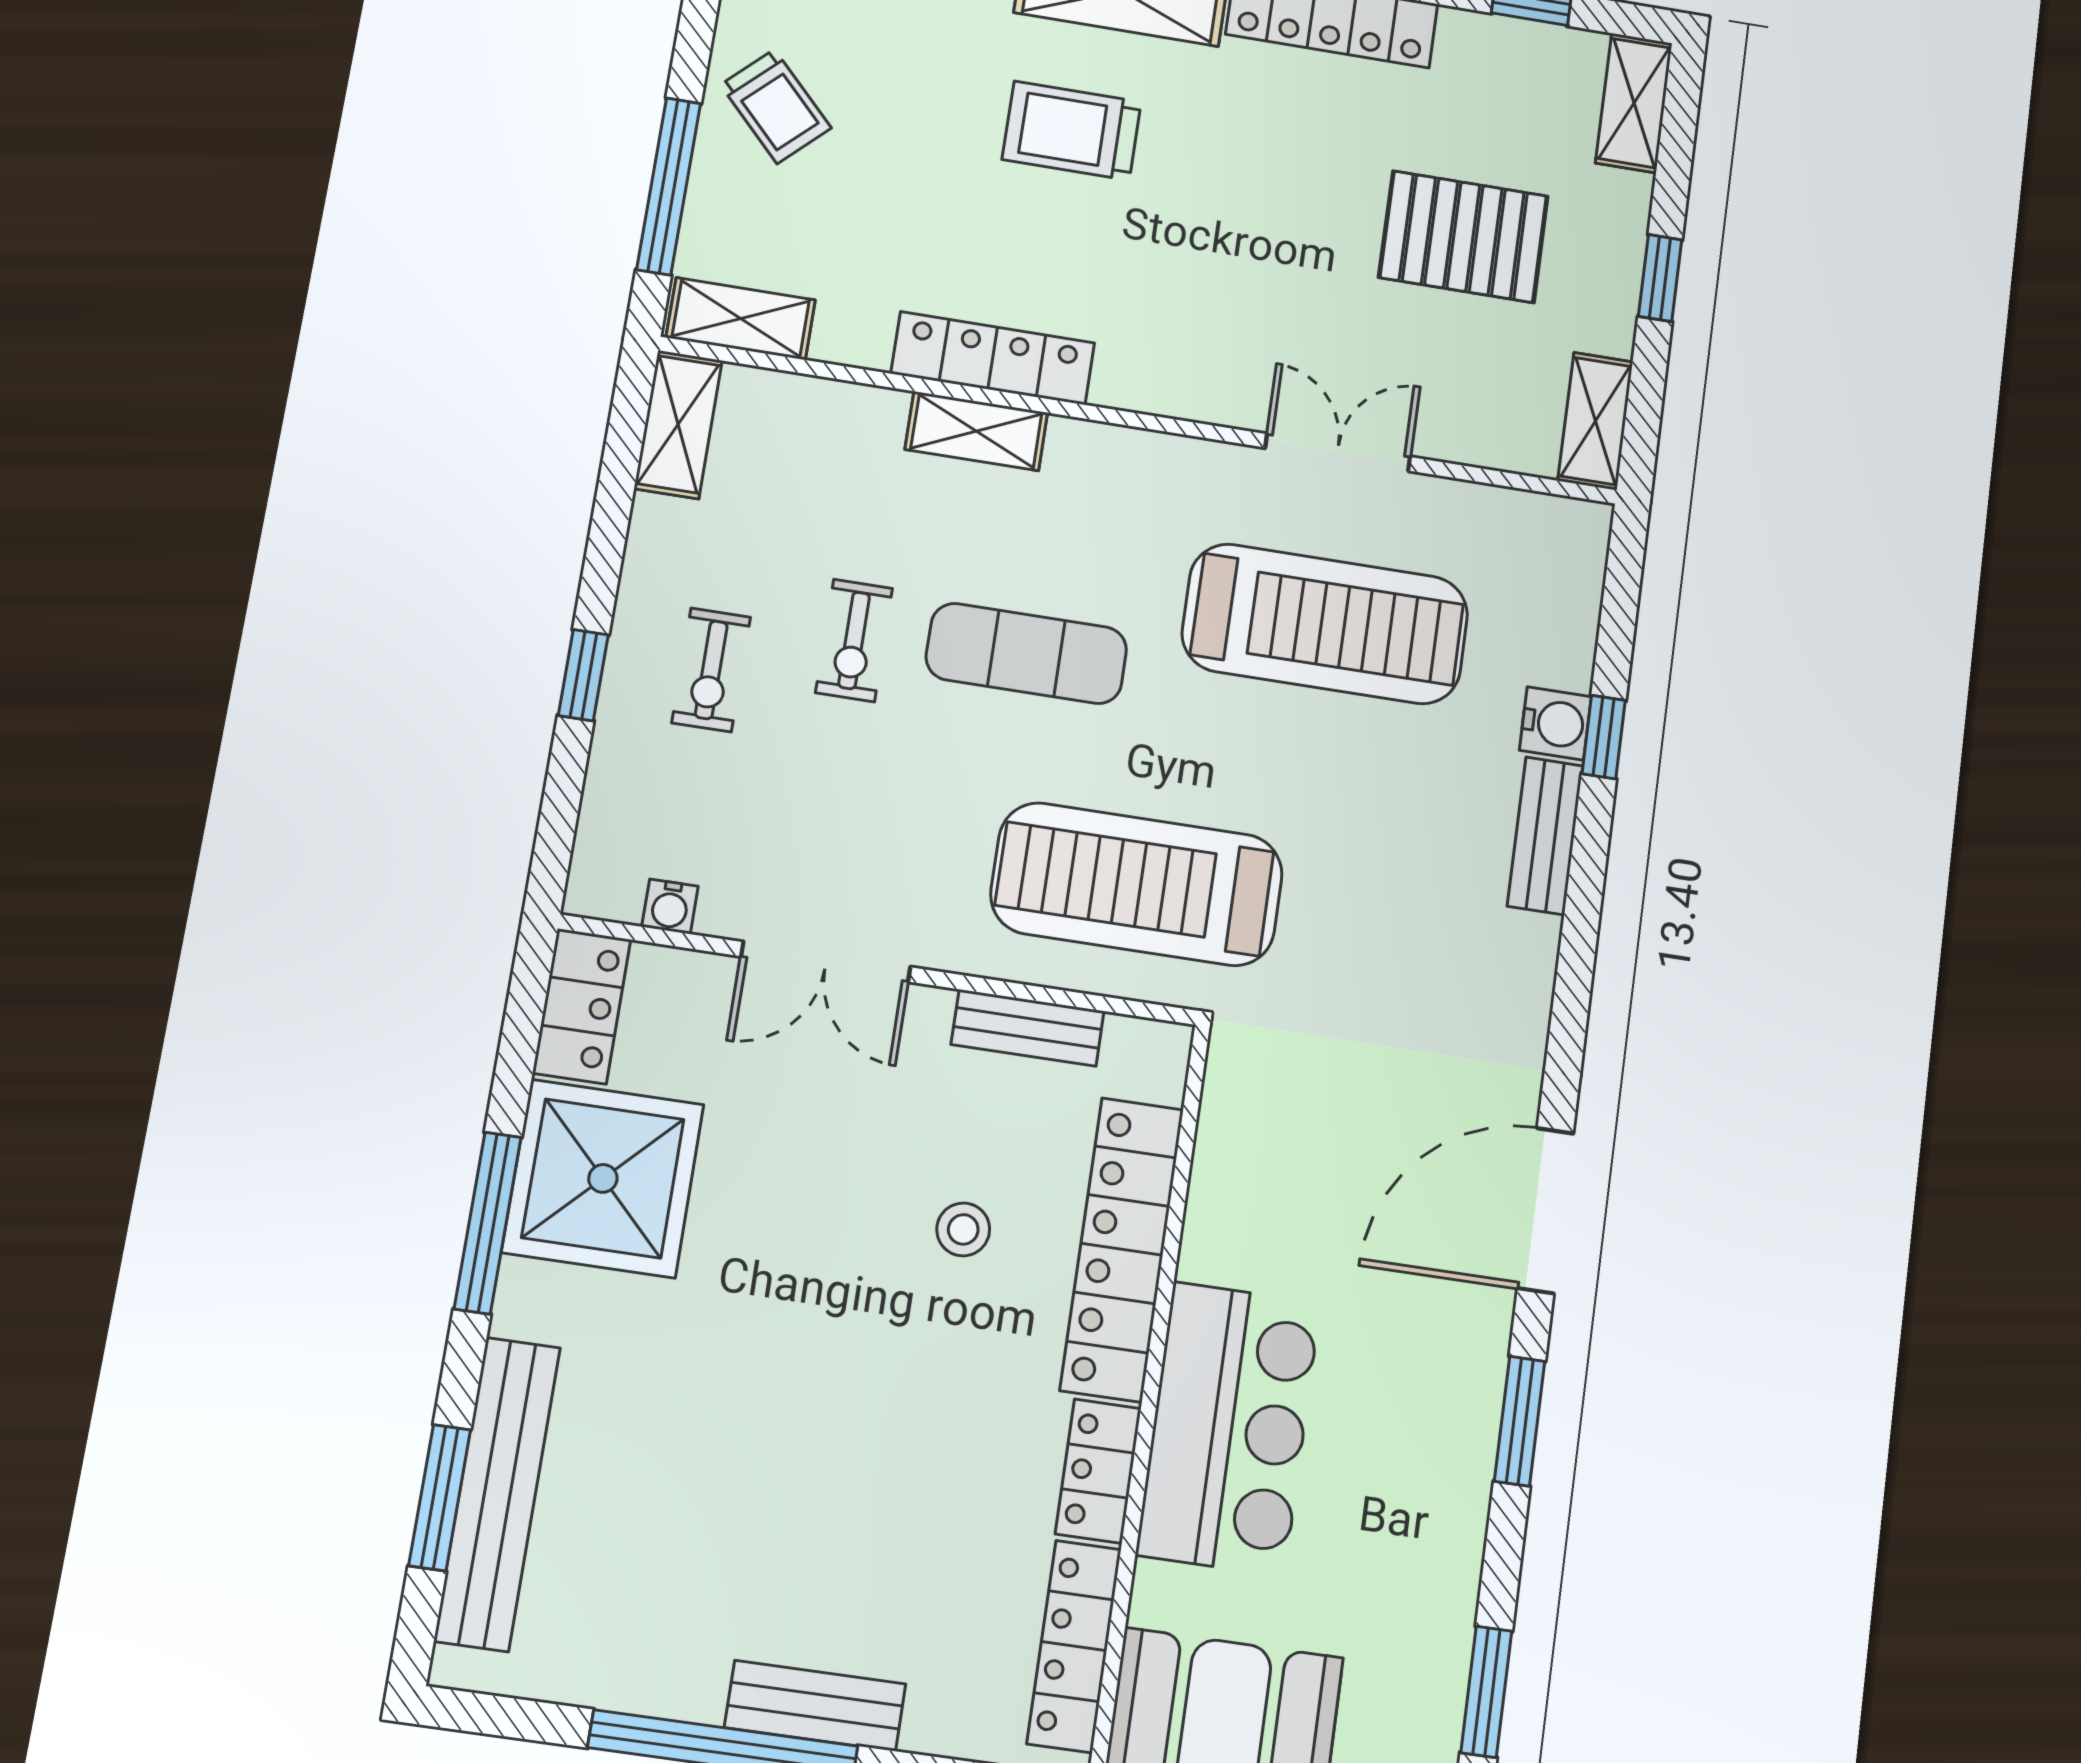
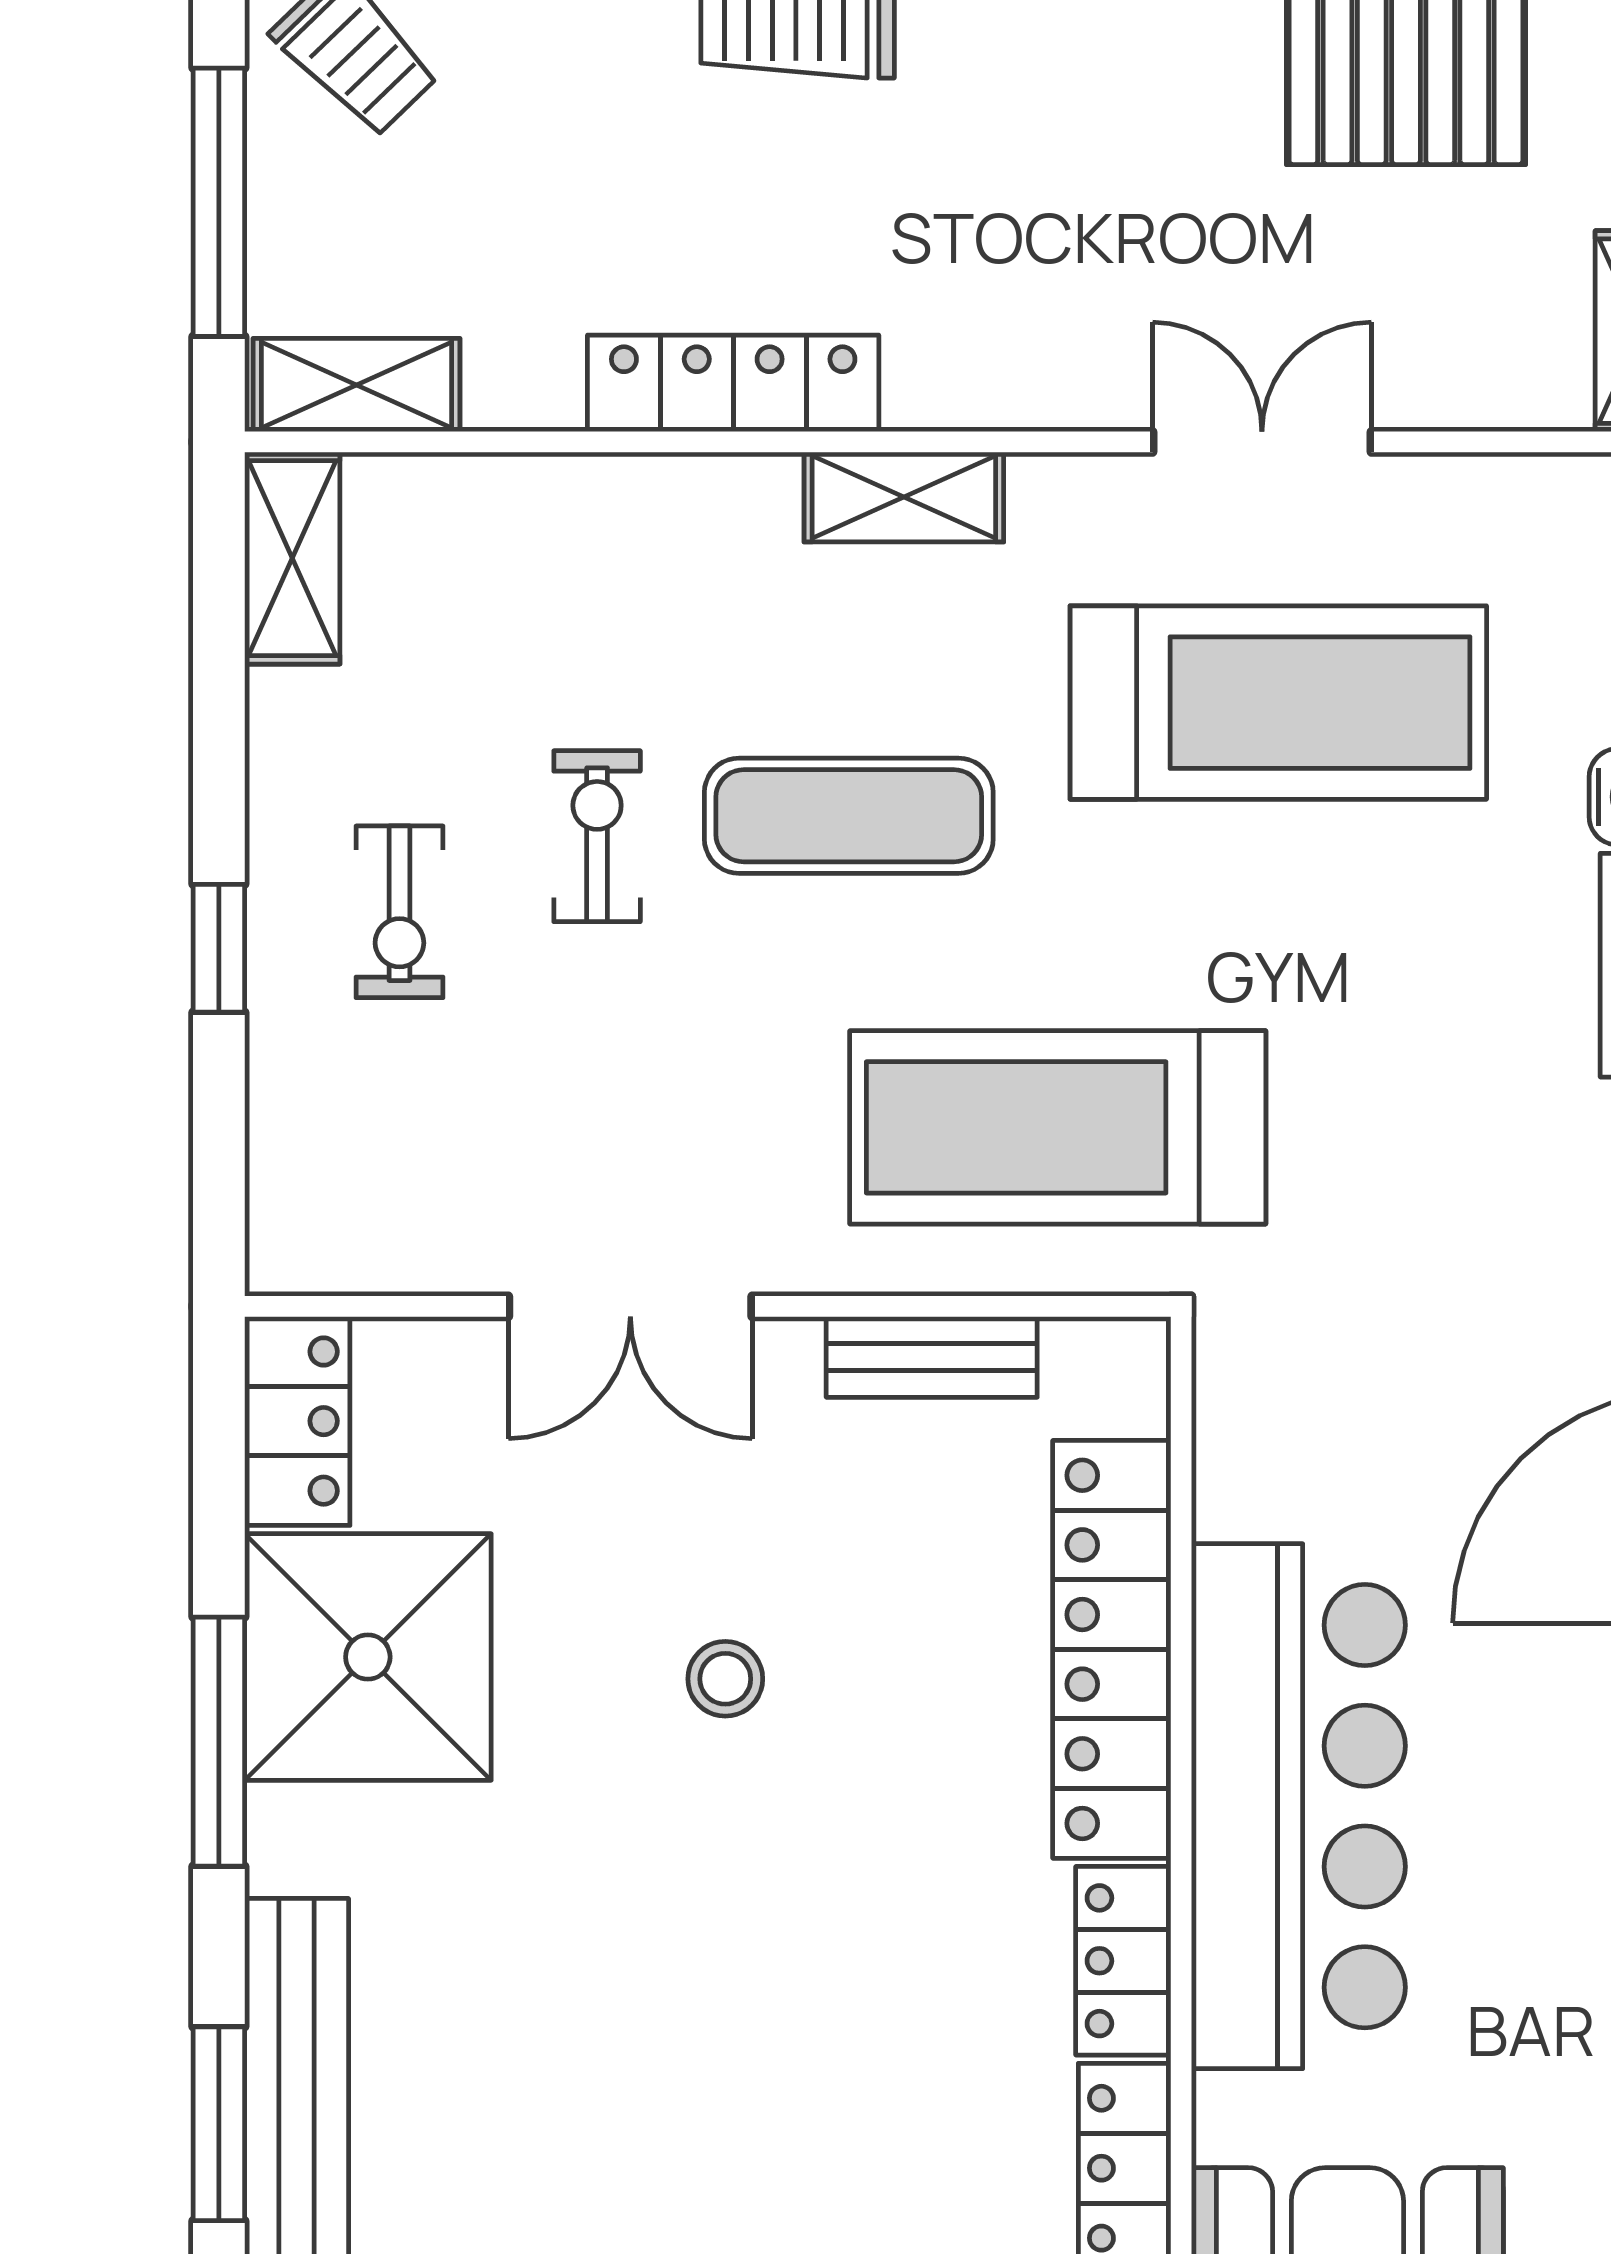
shelving: (976, 431) -> (904, 497), moved
exercise bike: (854, 640) -> (597, 836), turned 180
water cooler: (670, 906) -> (398, 1261), removed
stool: (963, 1229) -> (725, 1679), moved
bar counter: (1229, 1428) -> (1298, 1806), width x1.36

